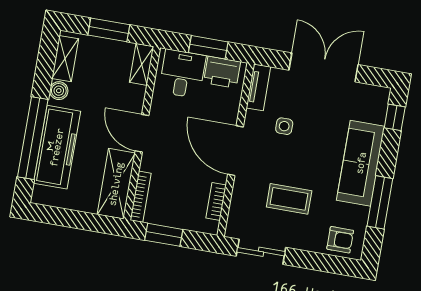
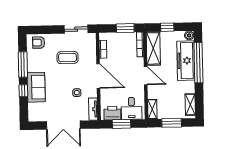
boiler: (59, 91) -> (189, 35), moved
window: (395, 117) -> (23, 91), moved
sofa: (361, 163) -> (36, 87), width x0.73
window: (80, 220) -> (167, 27), added

